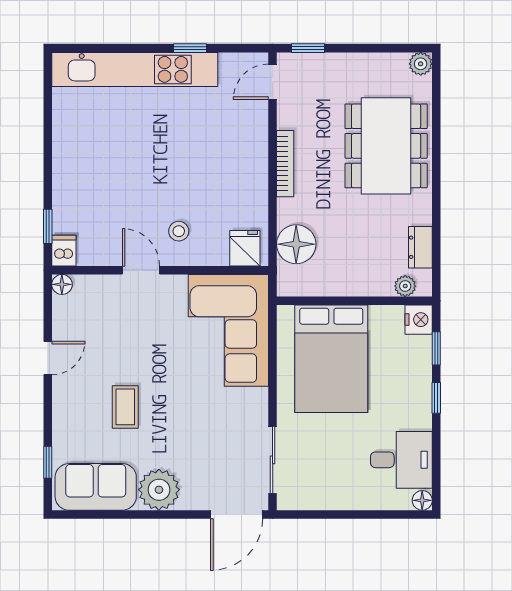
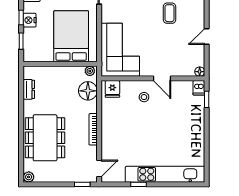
plant: (405, 286) -> (90, 71), moved
nightstand: (419, 320) -> (29, 20), moved

